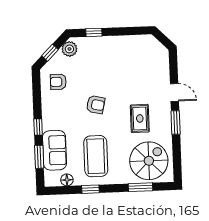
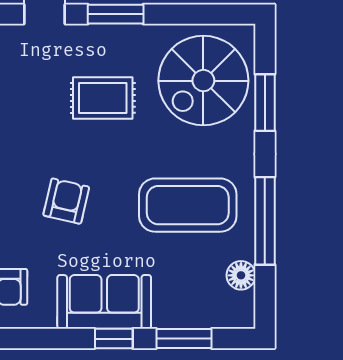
sofa: (55, 150) -> (104, 302), moved
spiral stairs: (149, 161) -> (203, 81), turned -90
window: (90, 189) -> (265, 221), width x2.17

